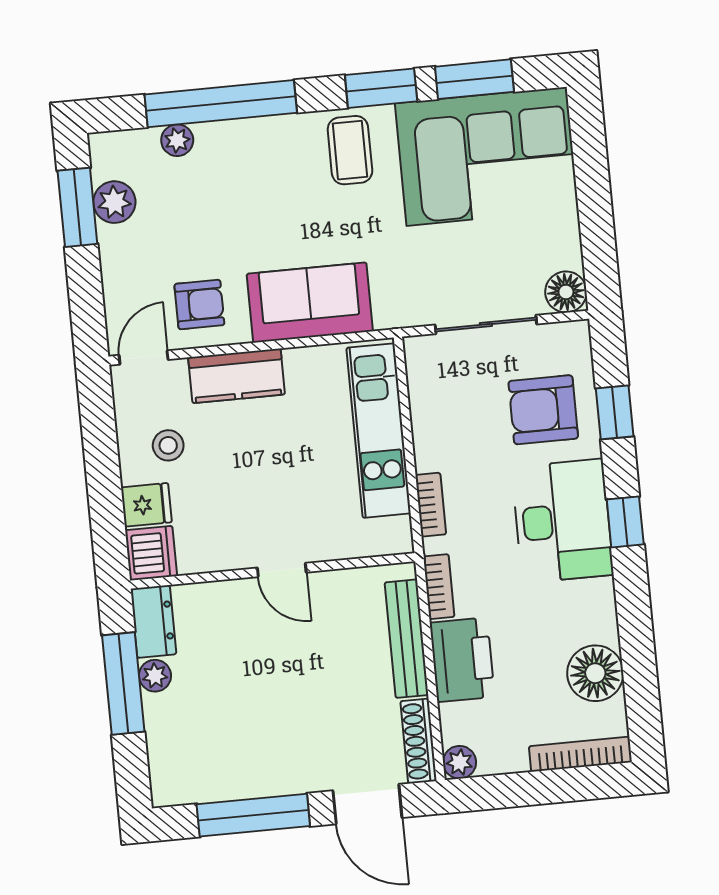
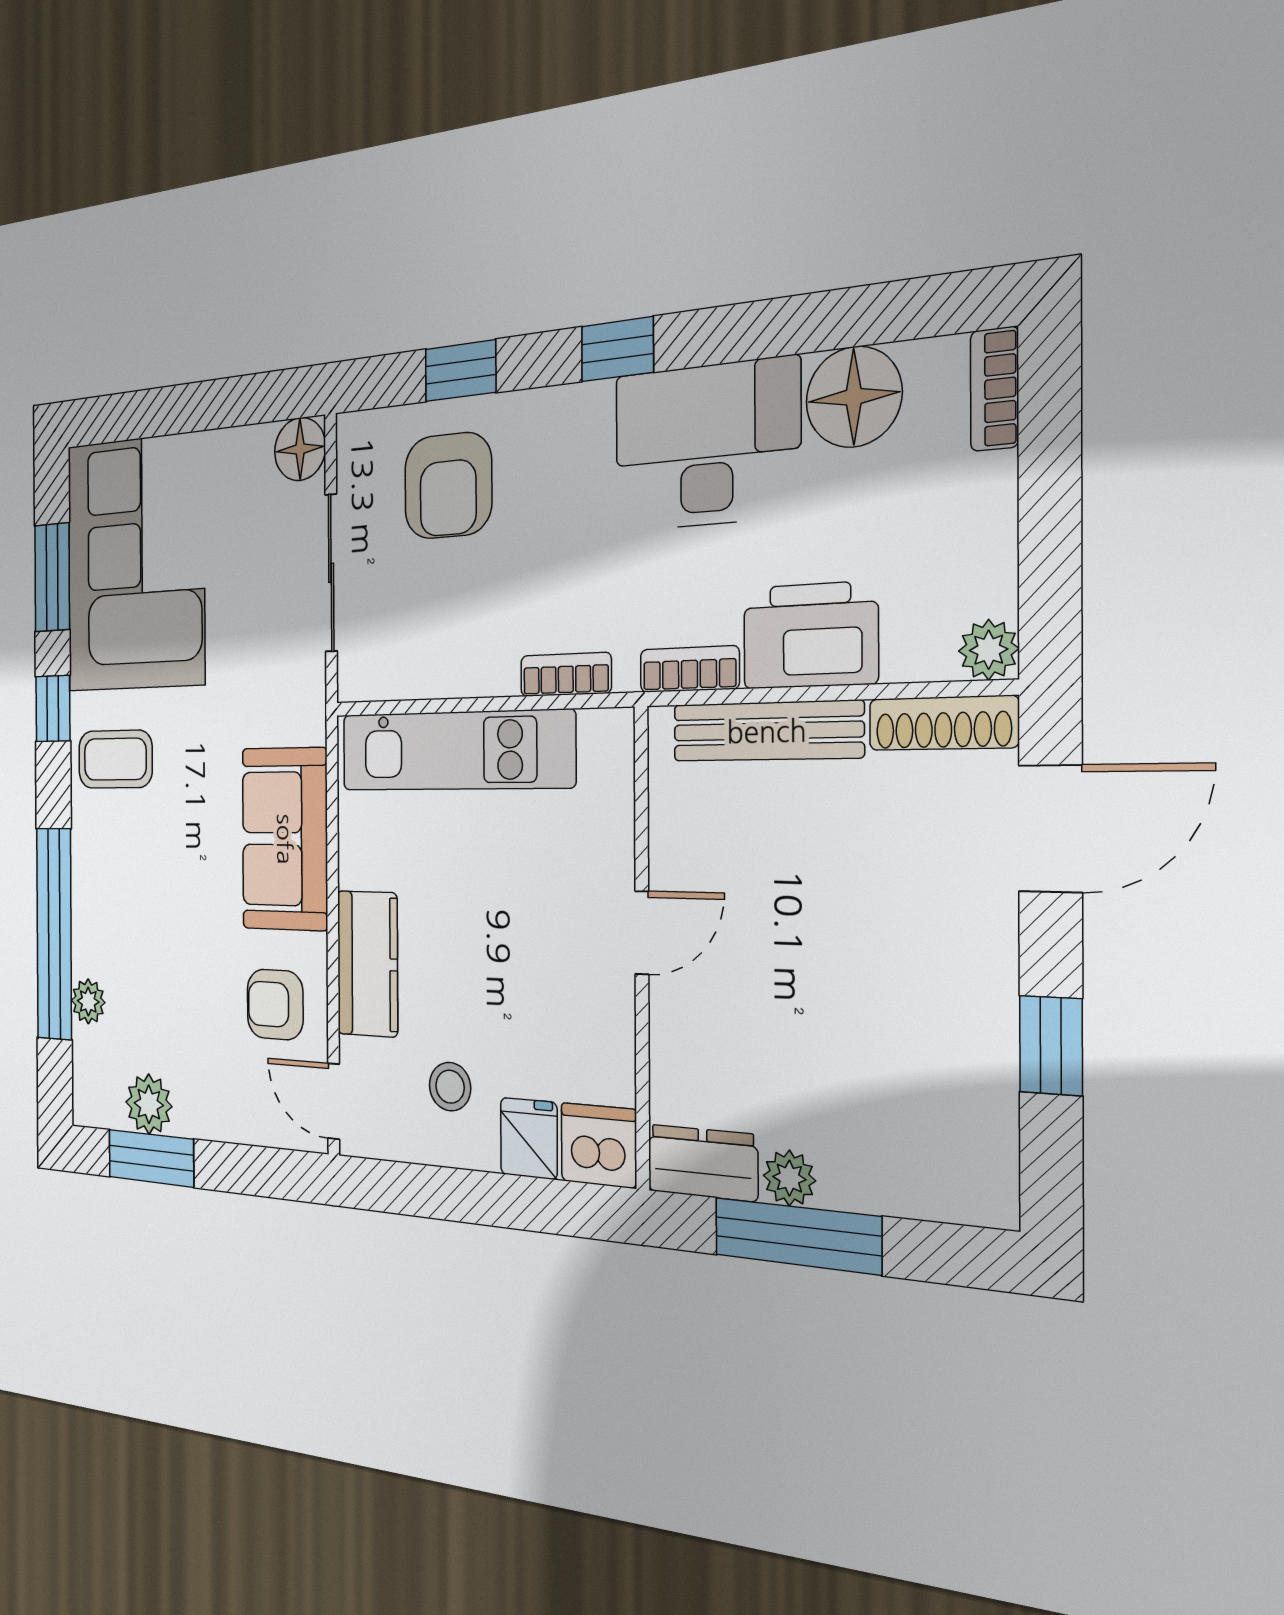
window: (381, 88) -> (53, 709), width x0.67
armchair: (199, 304) -> (275, 1004), turned -90
desk: (562, 521) -> (707, 445), moved
bookcase: (580, 754) -> (995, 389), width x0.64
window: (253, 815) -> (1051, 1046), width x0.46

